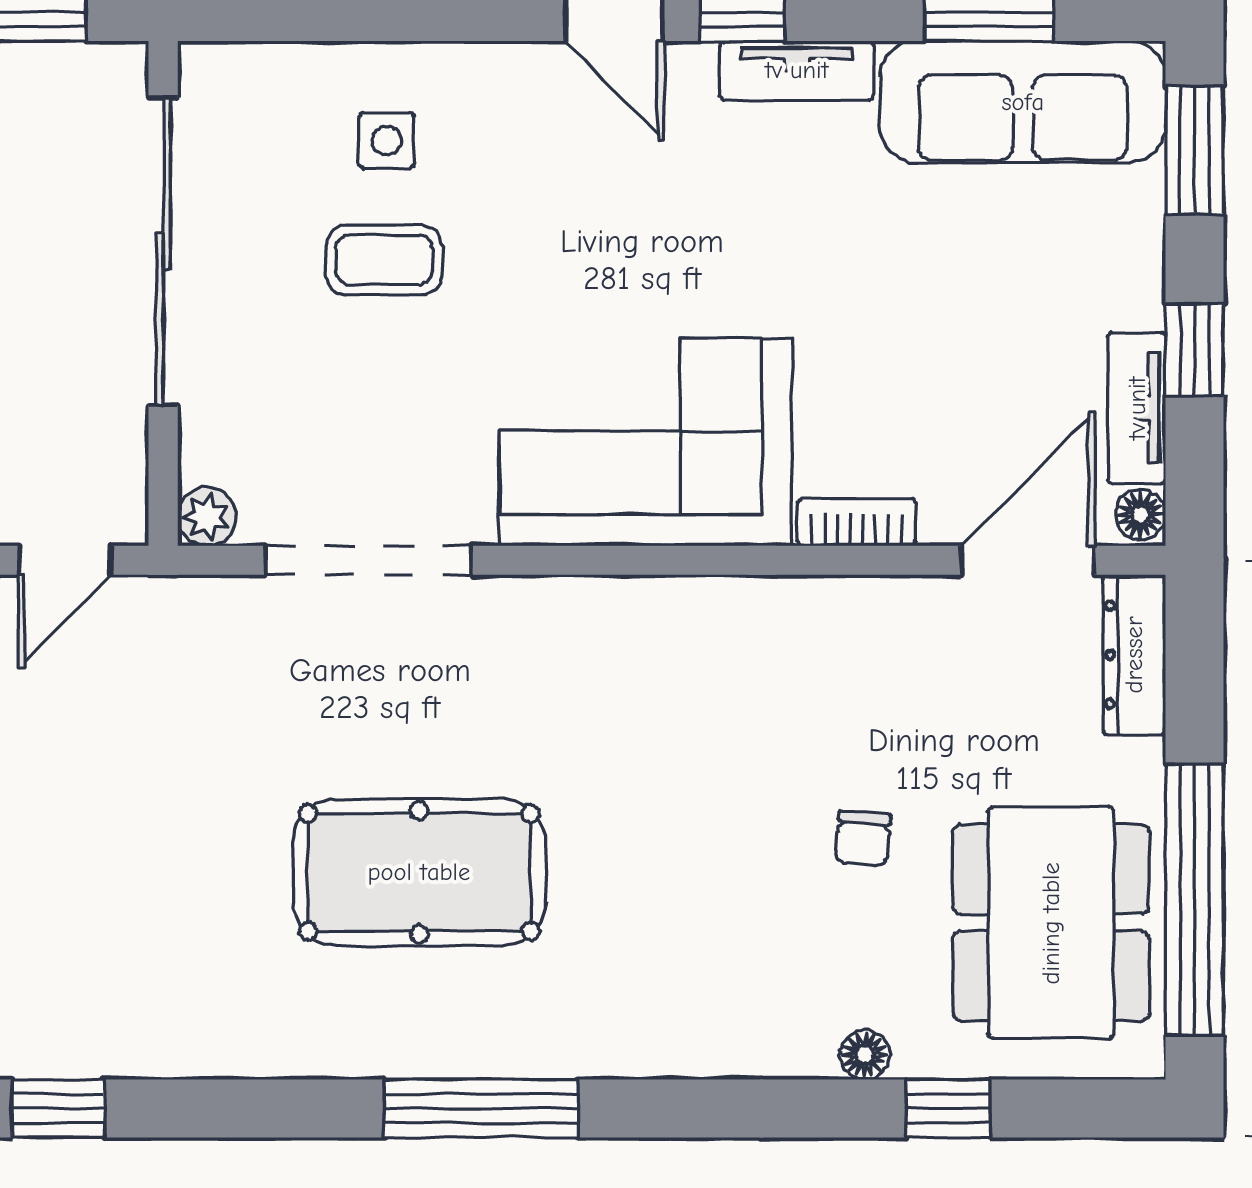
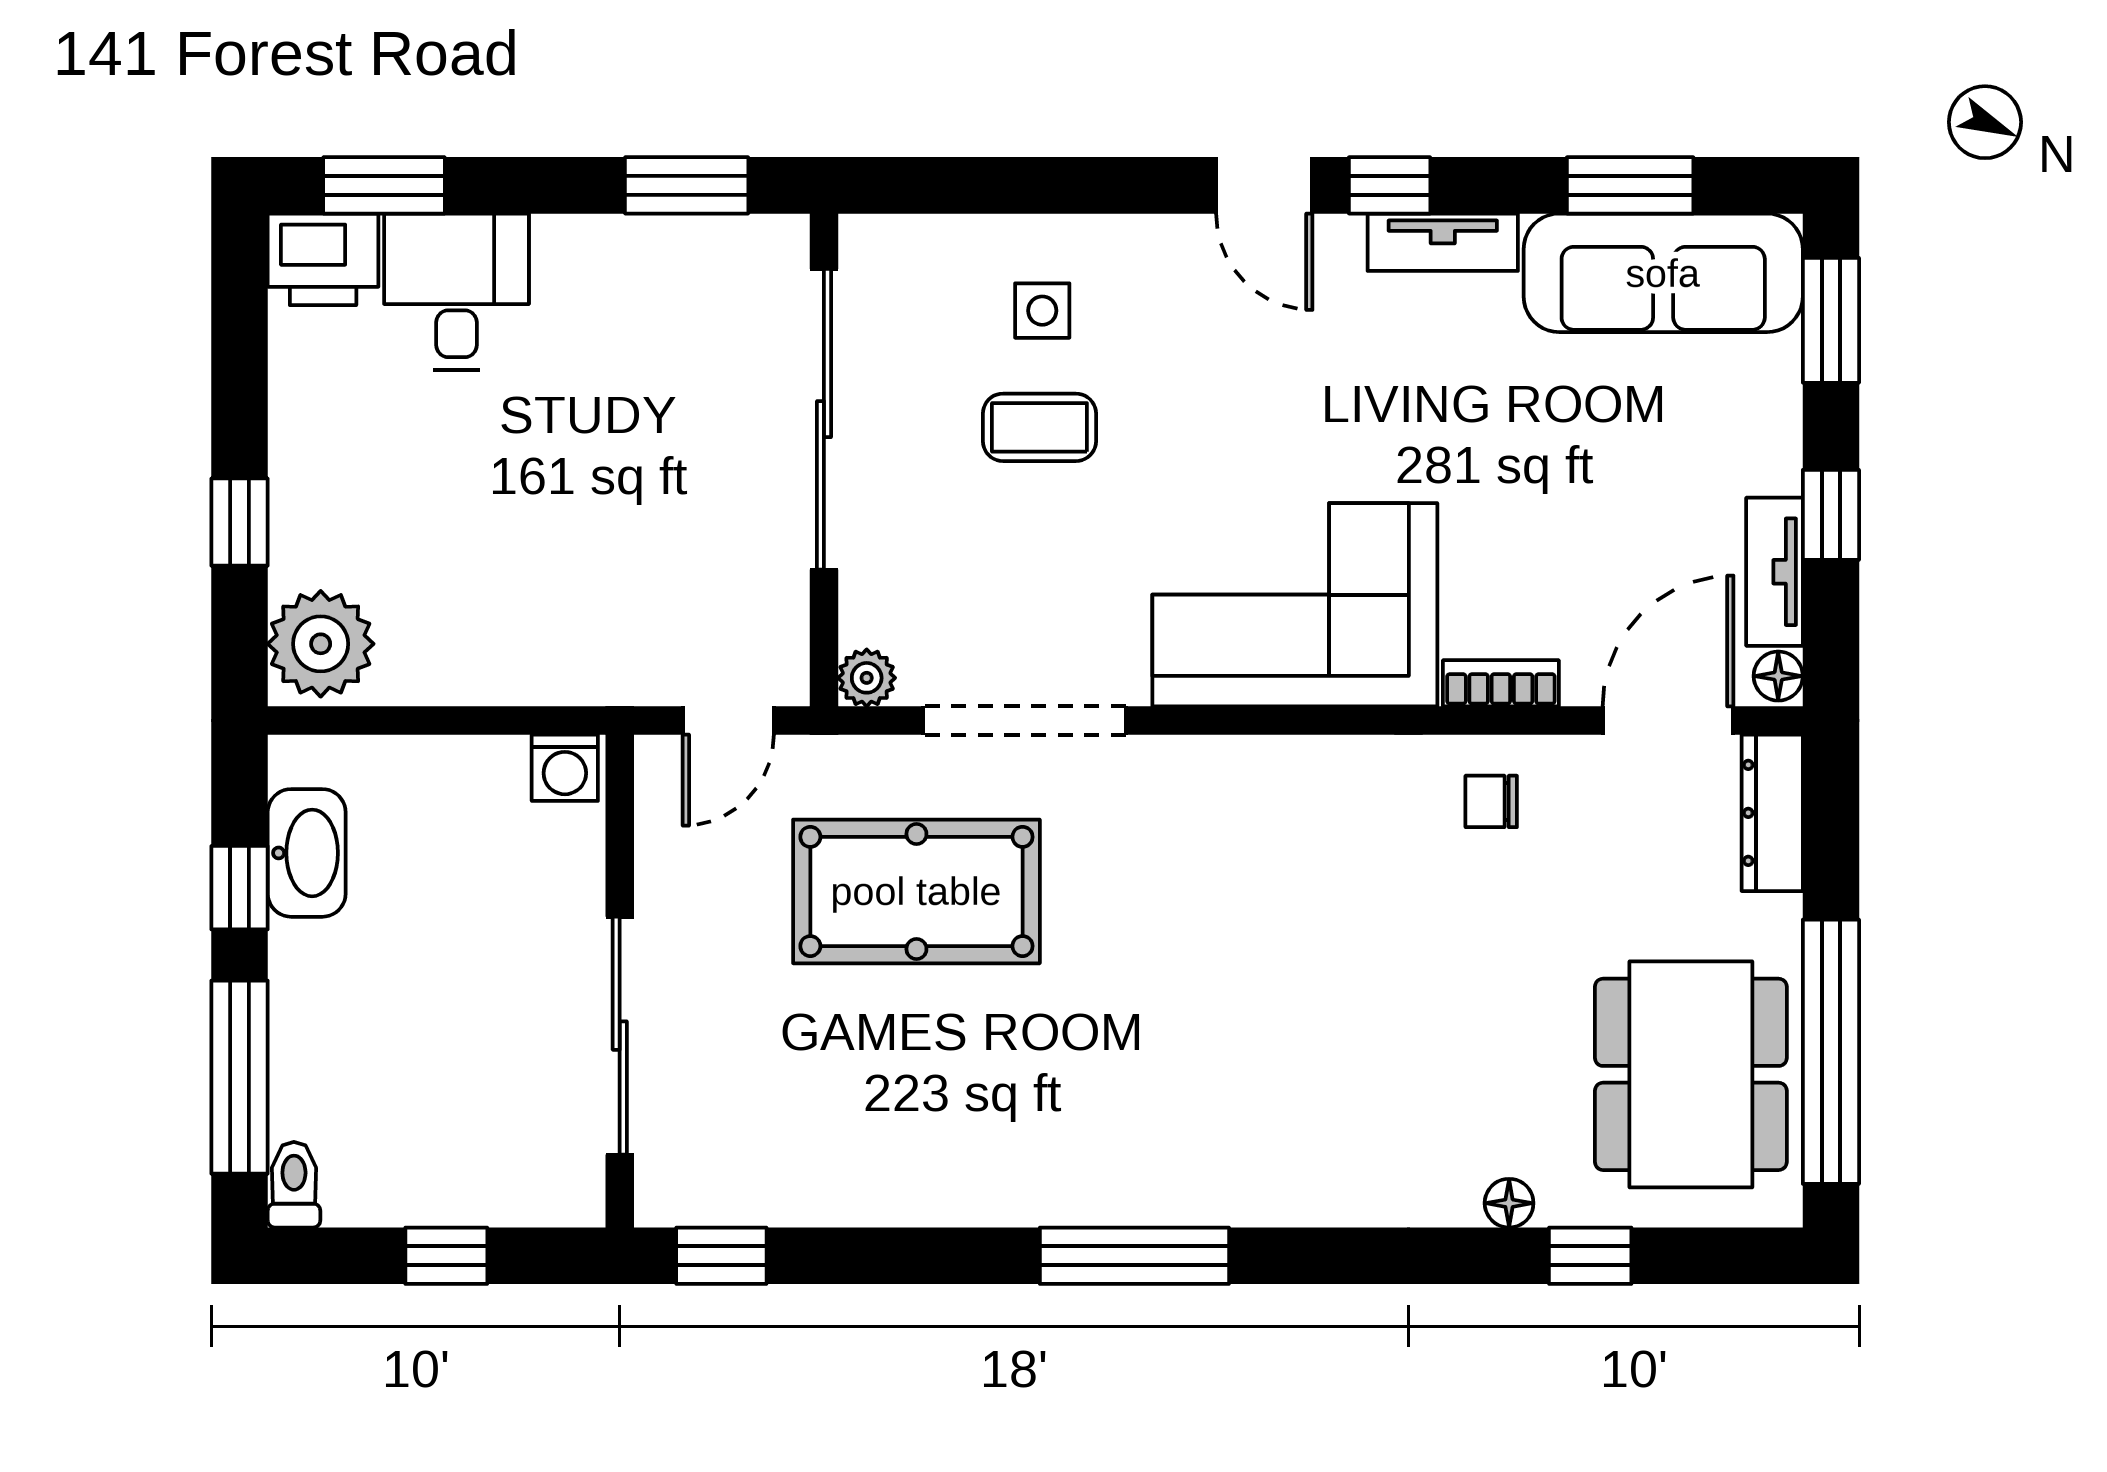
chair: (863, 839) -> (1491, 801), moved, turned 85
pool table: (419, 872) -> (916, 891), moved

